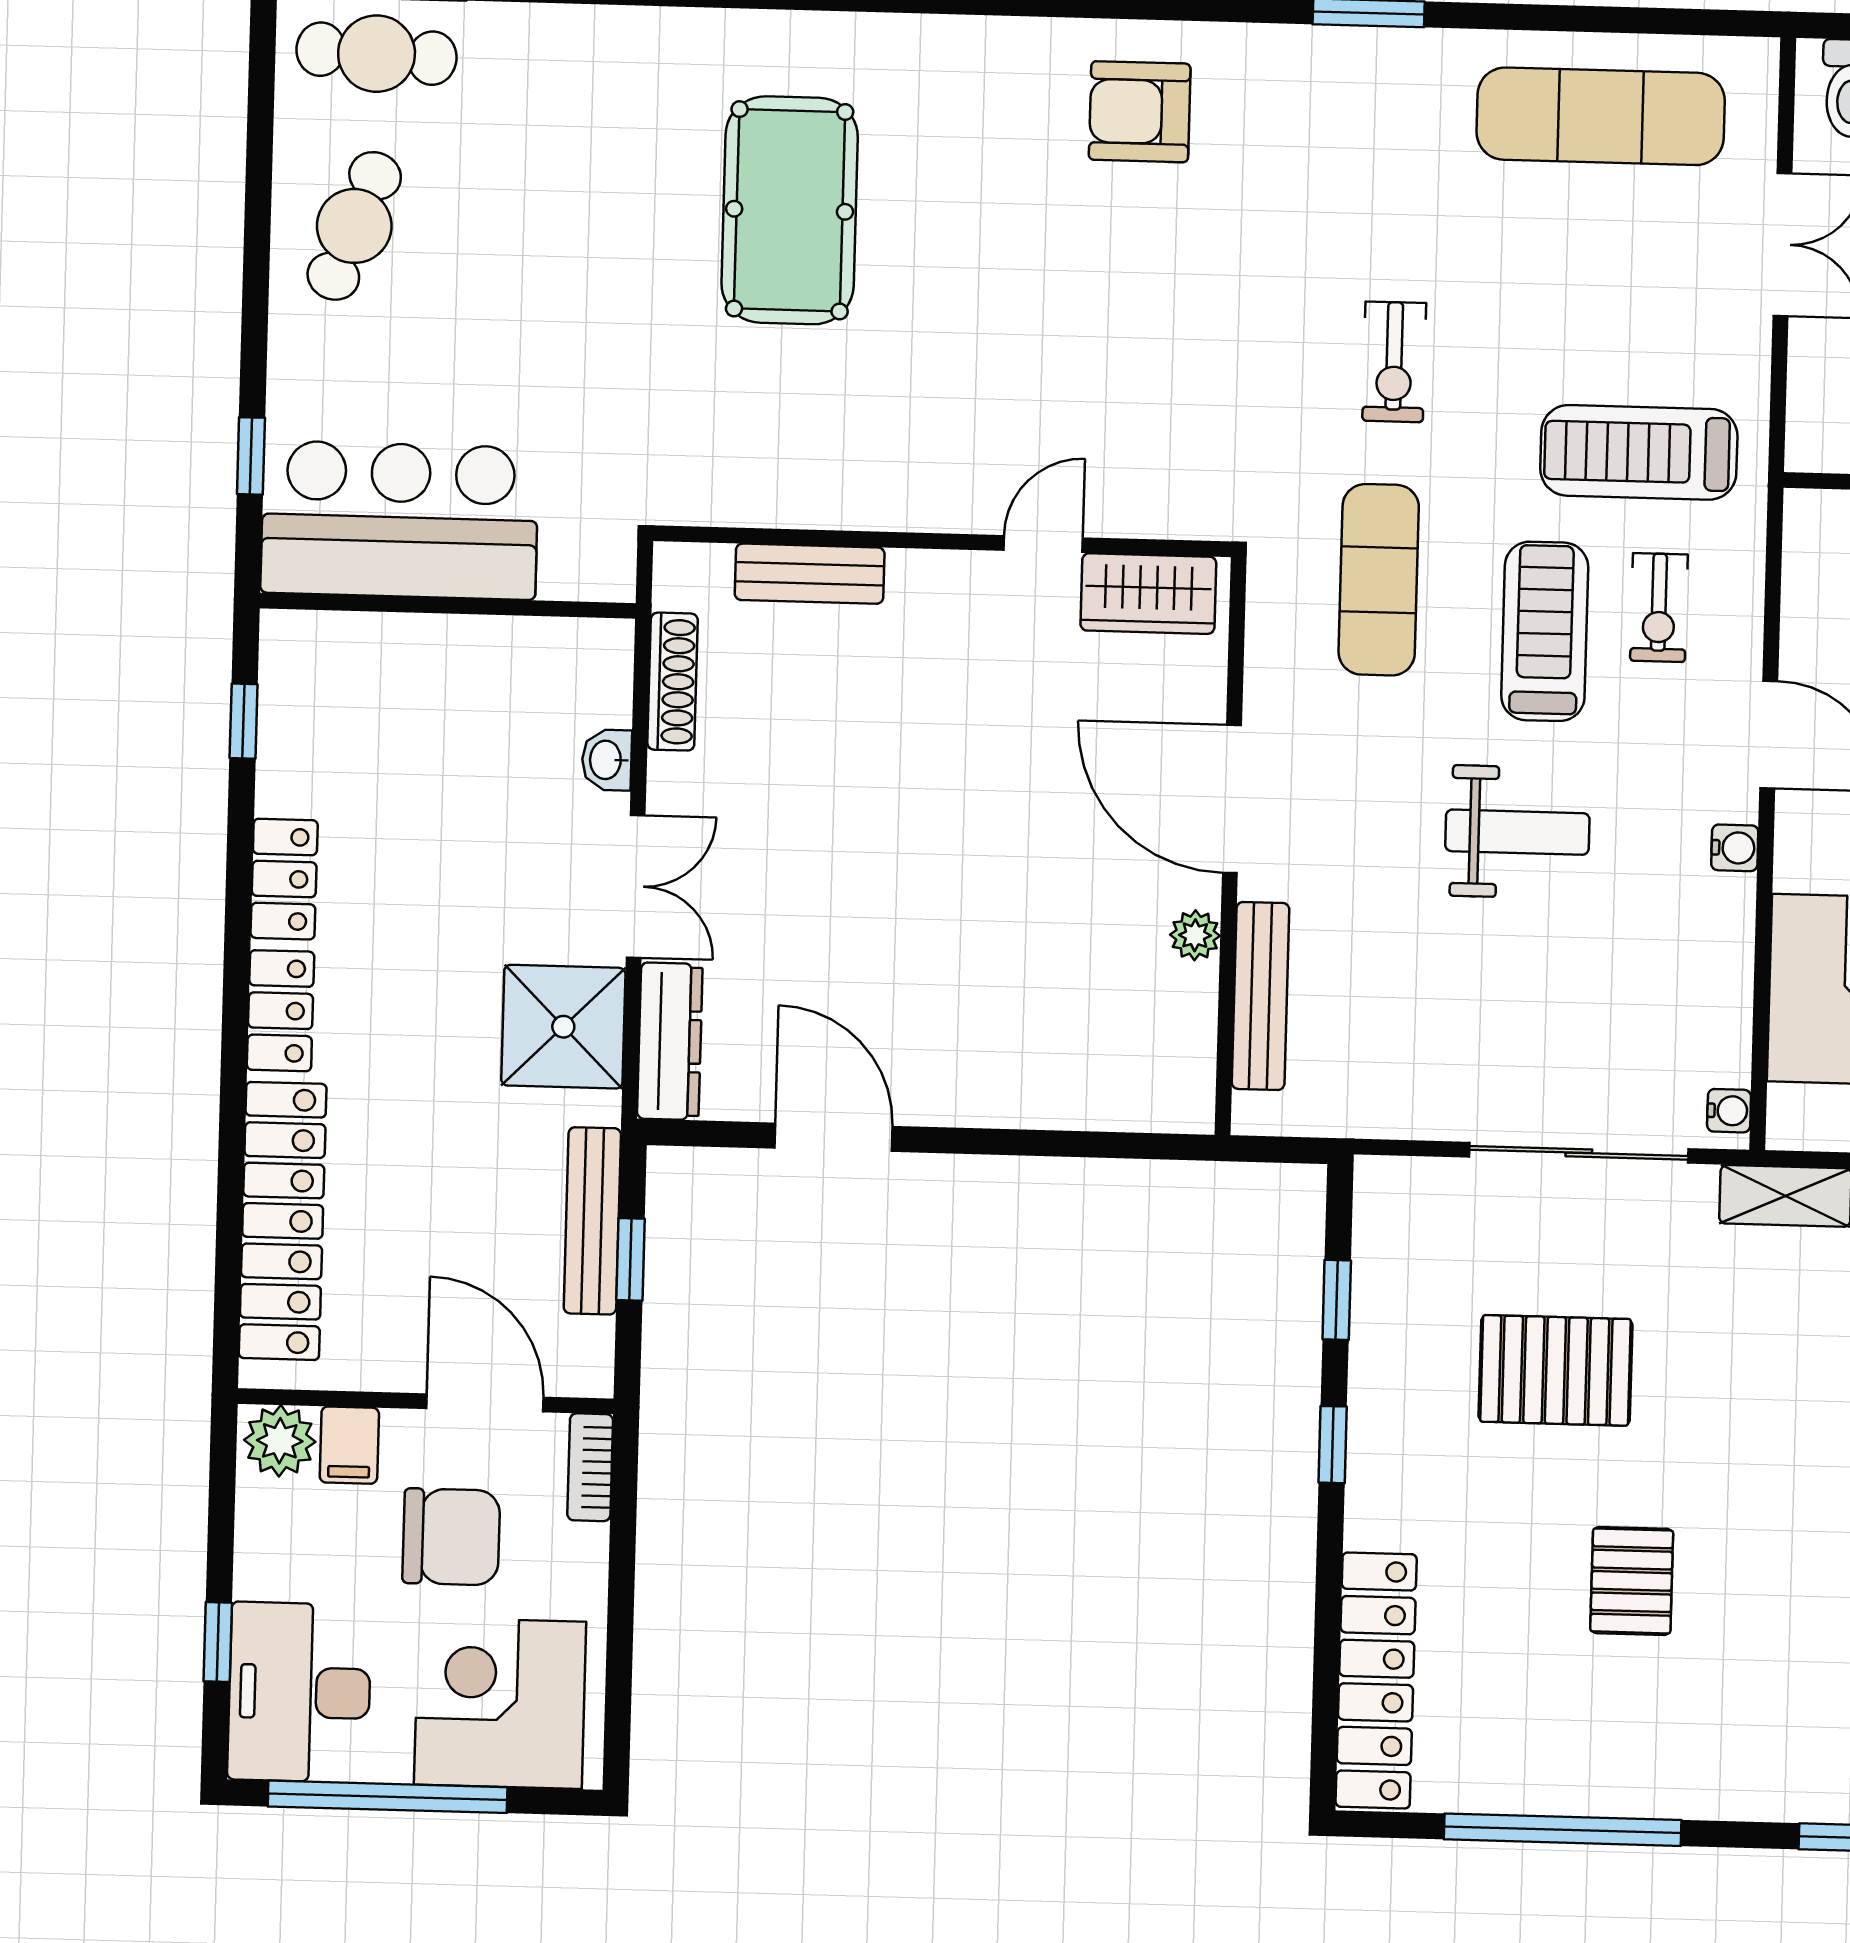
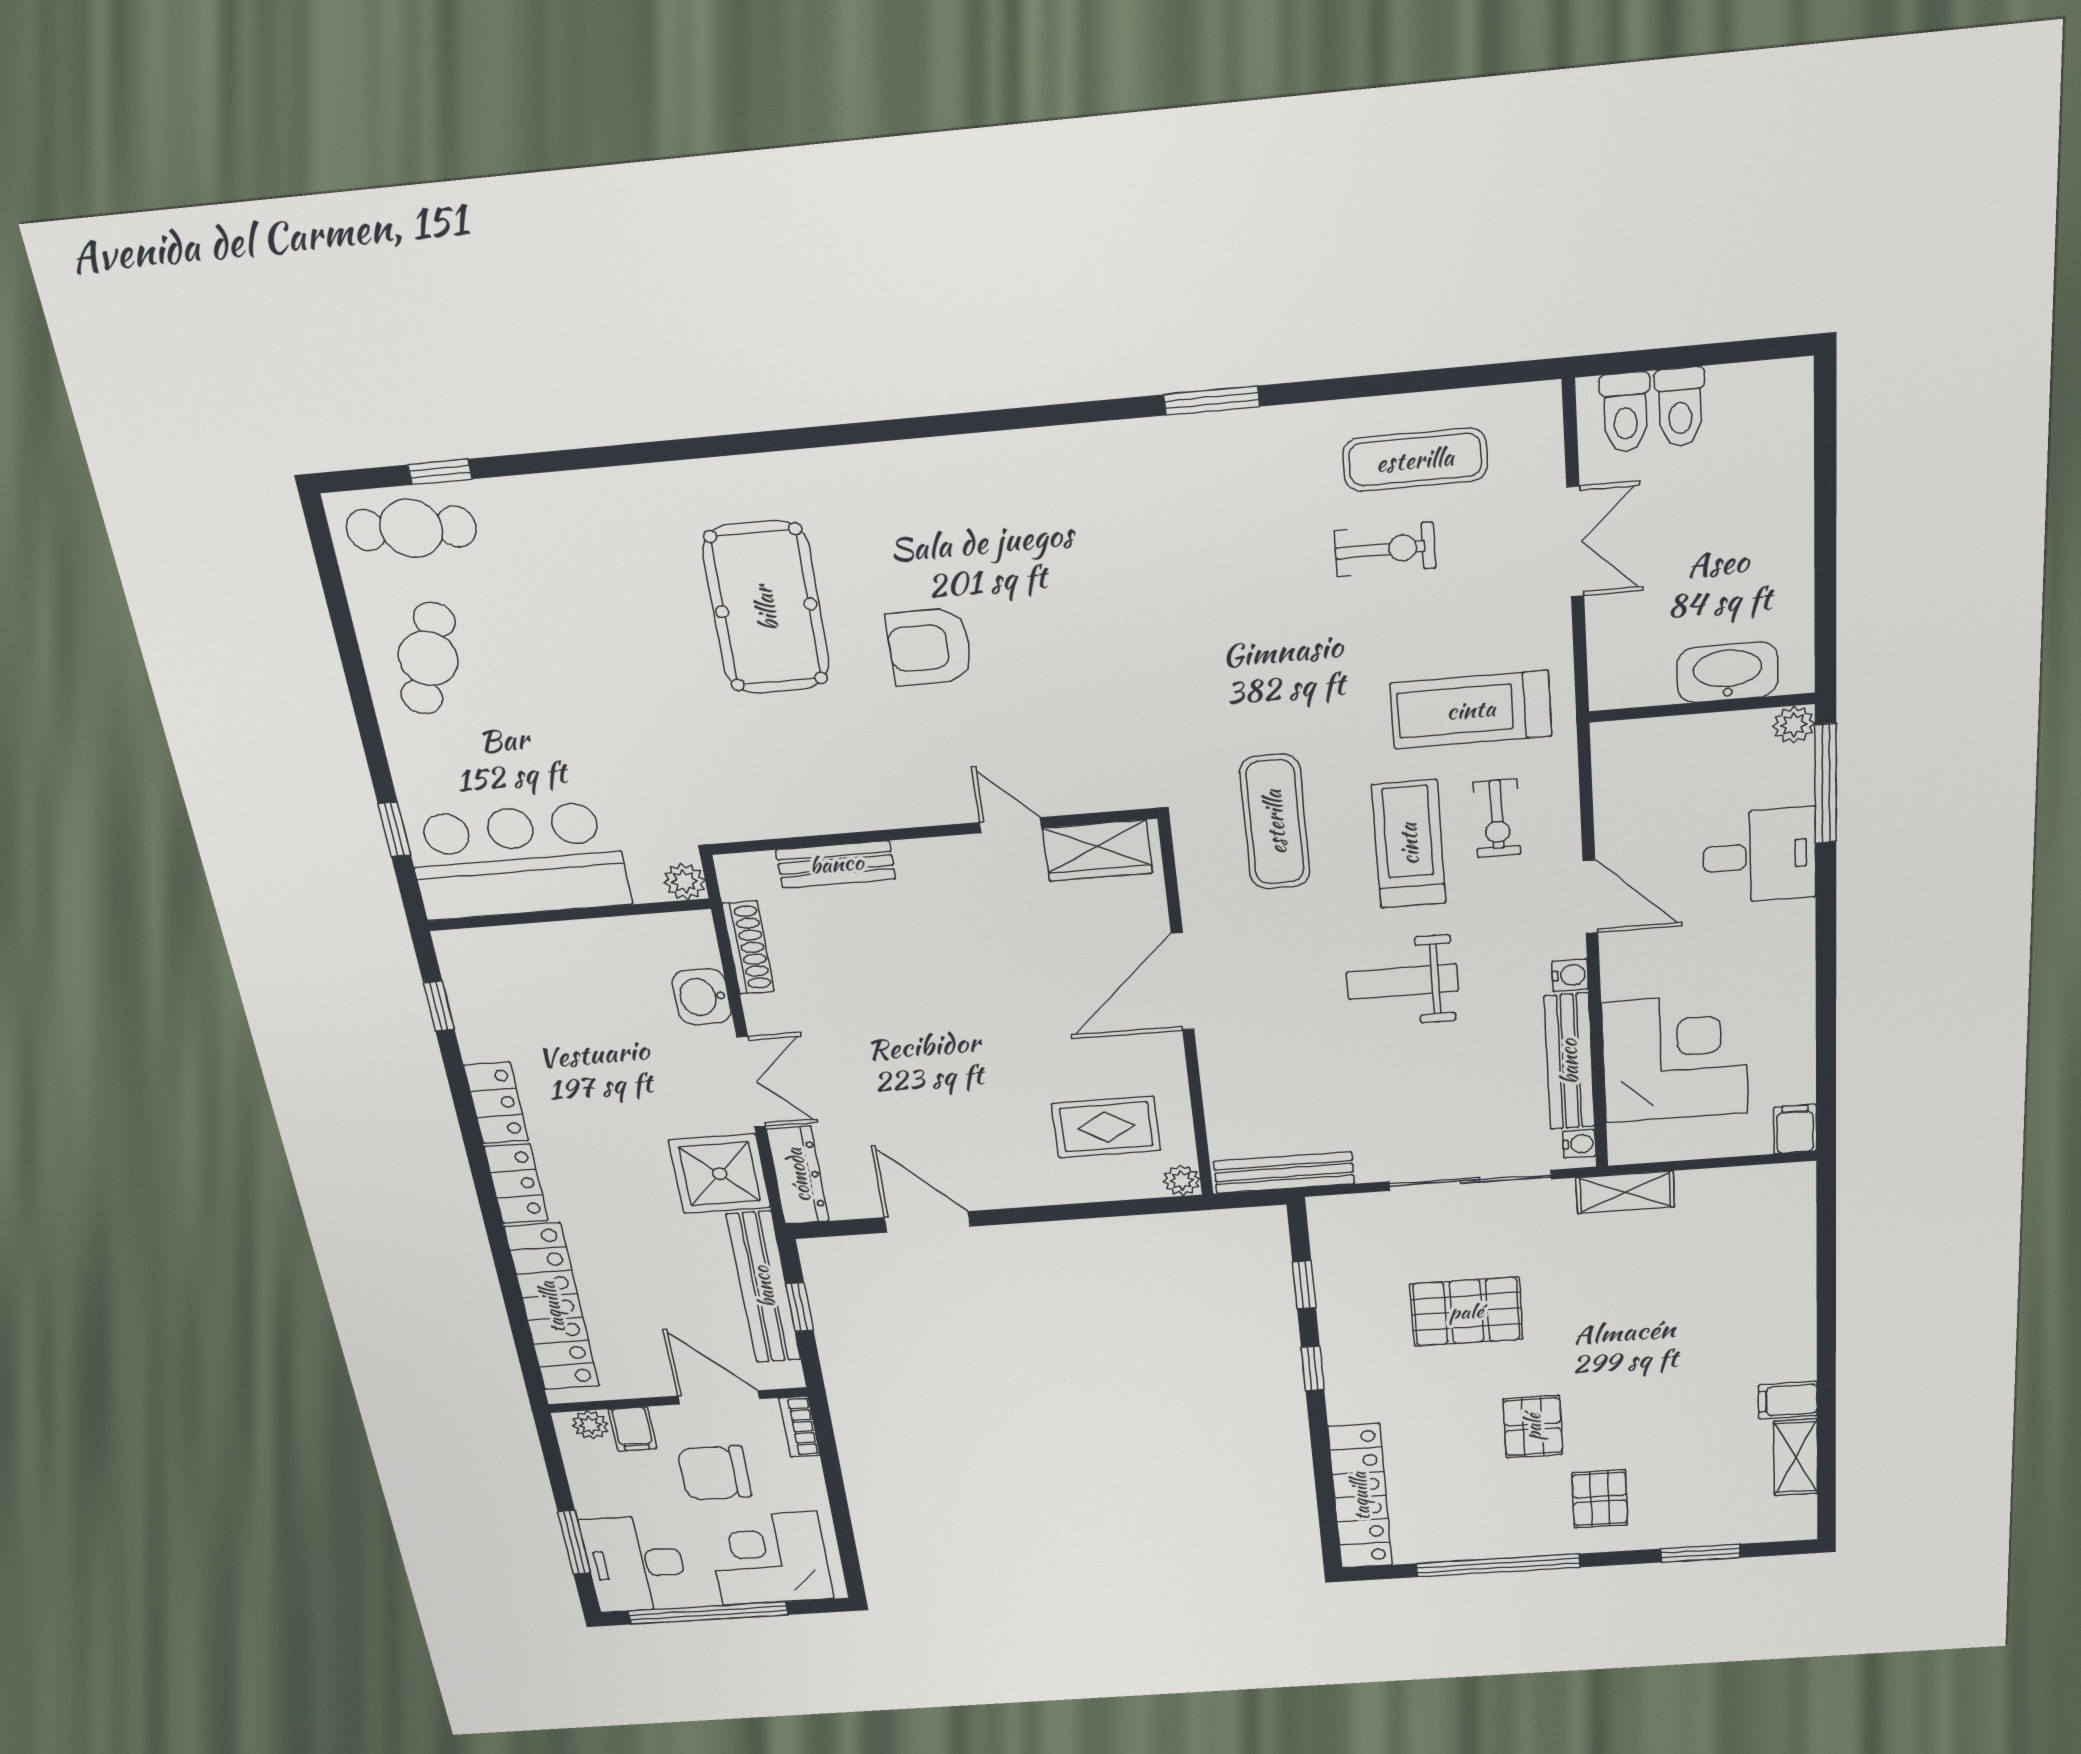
armchair: (1140, 112) -> (930, 647), moved
exercise mat: (1601, 116) -> (1415, 460), width x0.73, depth x0.69
exercise bike: (1394, 362) -> (1385, 549), moved, turned -90
door: (1043, 544) -> (1011, 825), hinge flipped
plant: (609, 575) -> (685, 882), added
washbasin: (607, 760) -> (702, 997), width x1.38, depth x1.45
door: (1232, 799) -> (1183, 982), hinge flipped
weight bench: (1517, 832) -> (1402, 982), turned 180
plant: (1195, 935) -> (1182, 1180), moved
bench: (1725, 980) -> (1569, 1062), added
bench: (1260, 996) -> (1284, 1173), moved, turned 90
rug: (1100, 1012) -> (1106, 1127), added
bench: (592, 1221) -> (764, 1287), width x1.37, depth x1.21
plant: (280, 1441) -> (590, 1425), width x0.73, depth x0.73
chair: (451, 1537) -> (715, 1473), turned 180
window: (218, 1642) -> (574, 1542), width x1.50
pallet: (1717, 1722) -> (1600, 1499), added

